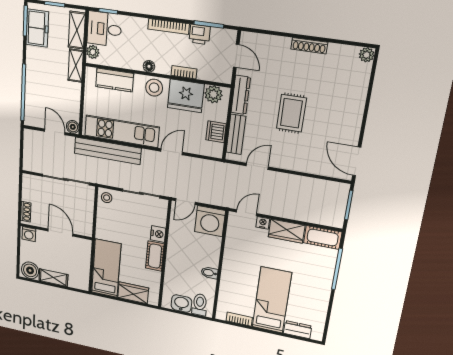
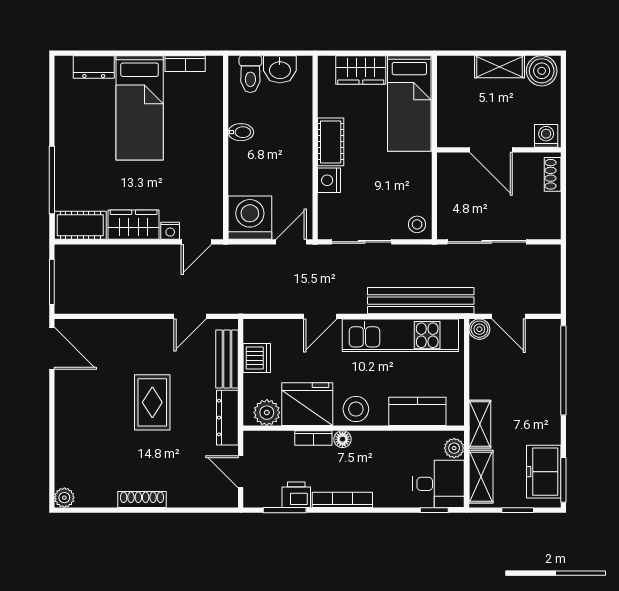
floor lamp: (149, 66) -> (343, 439), moved

